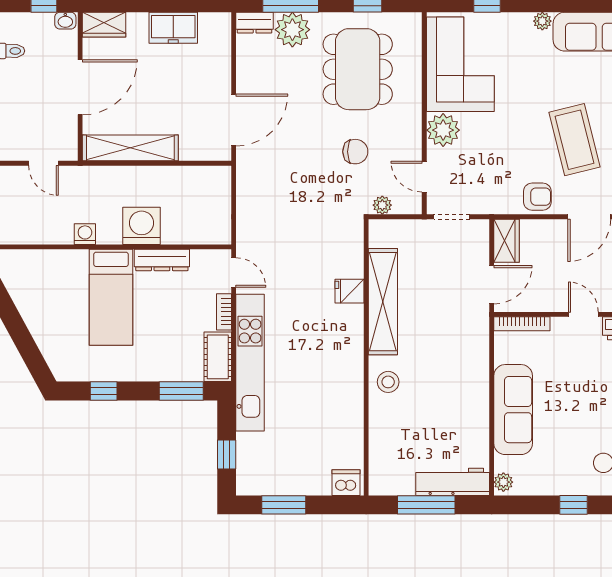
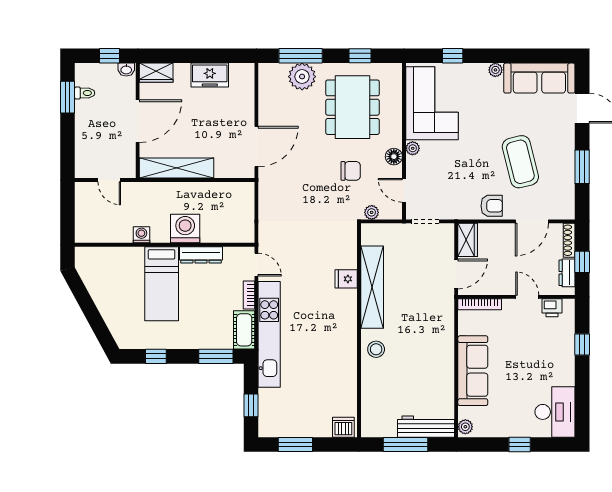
dresser: (255, 23) -> (273, 71), removed
plant: (443, 130) -> (413, 148), width x0.53, depth x0.53
floor lamp: (411, 133) -> (394, 157), added

